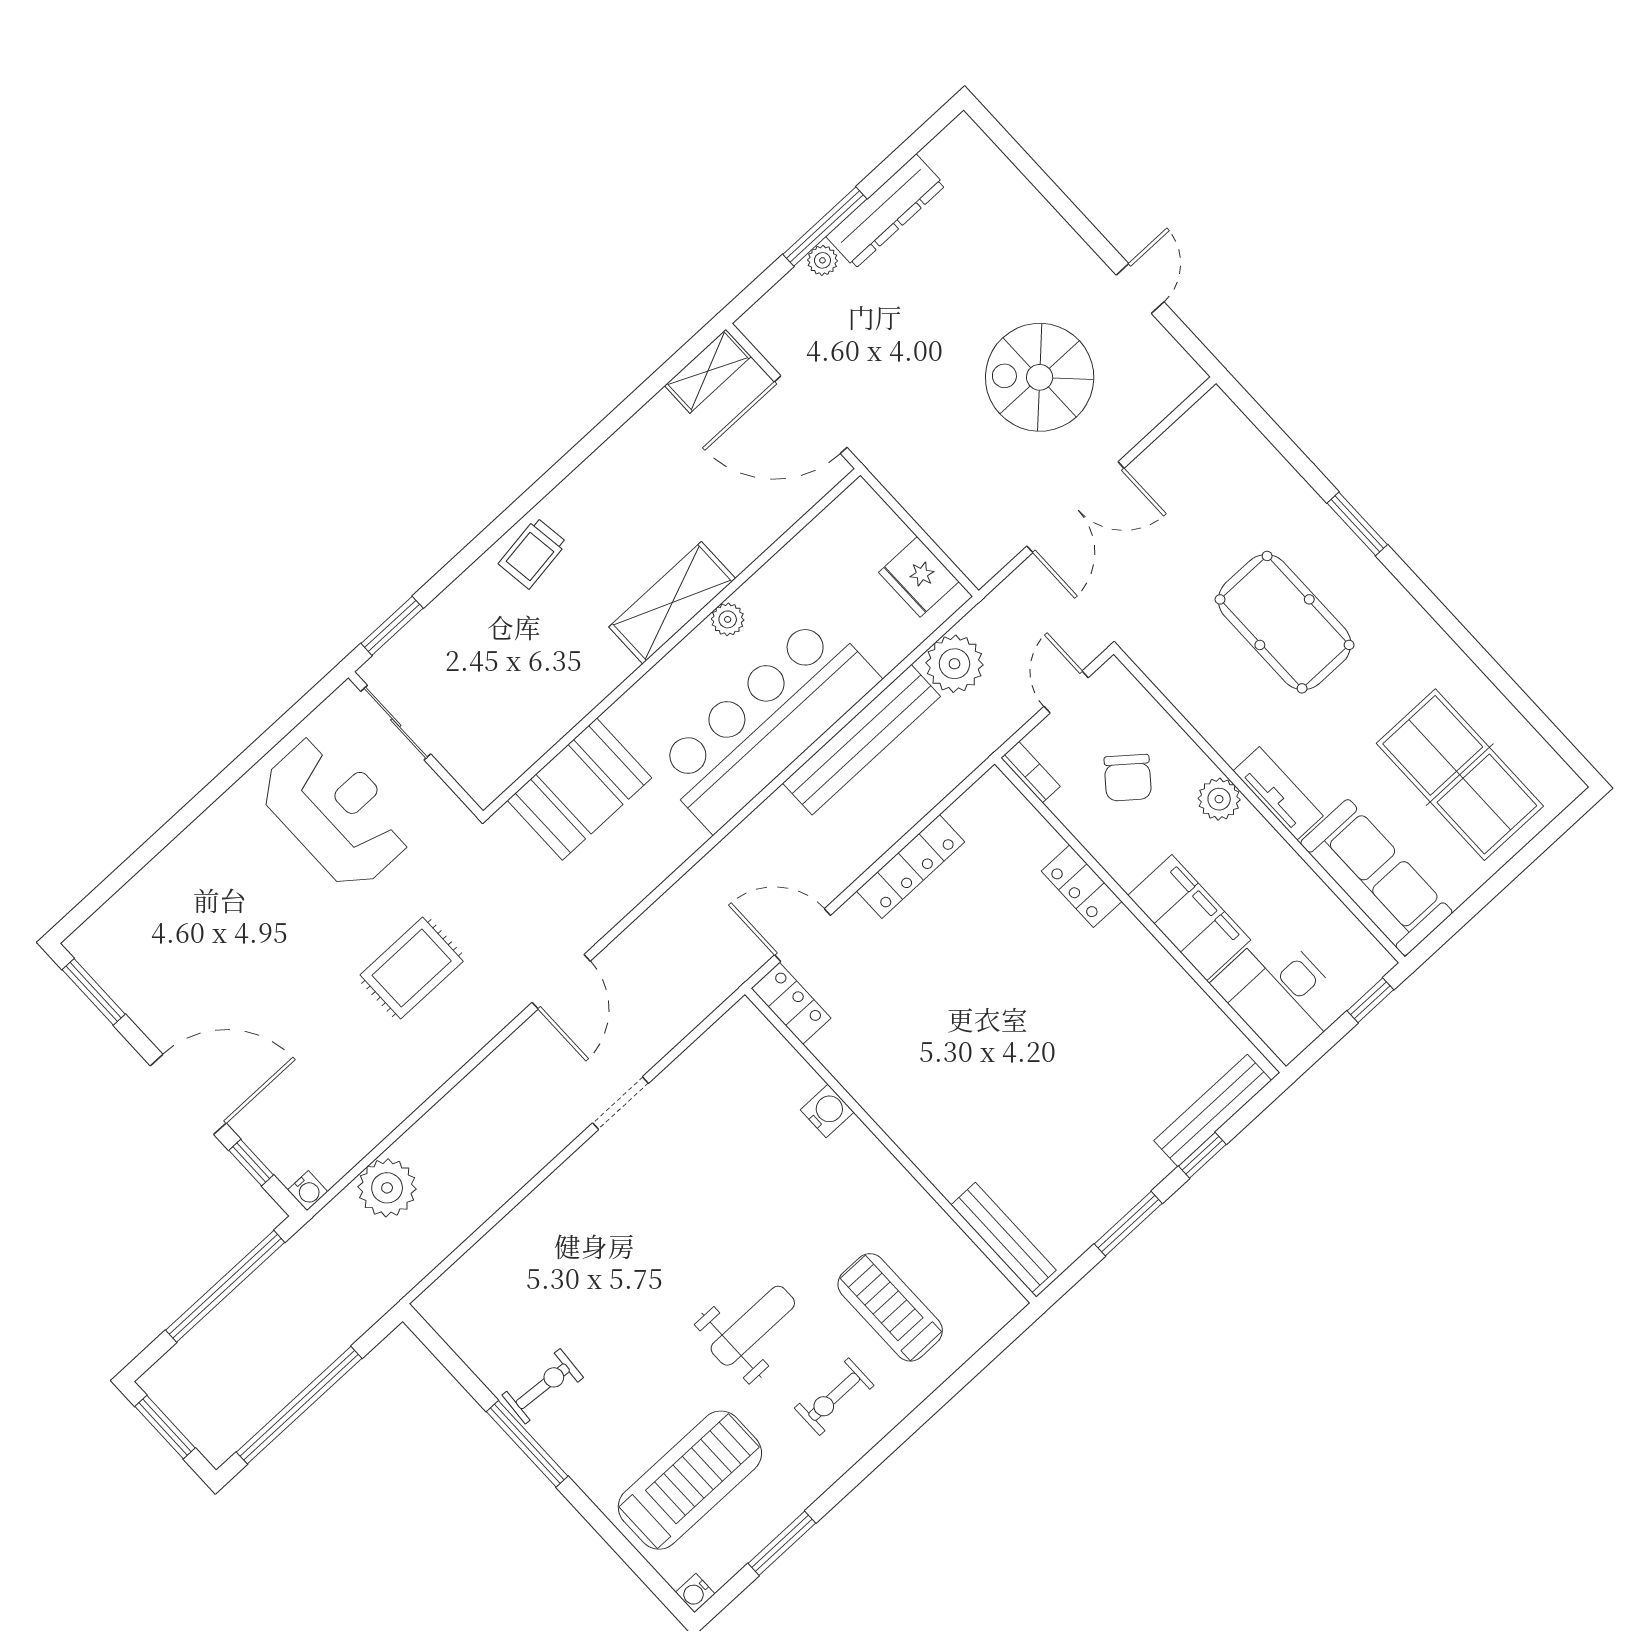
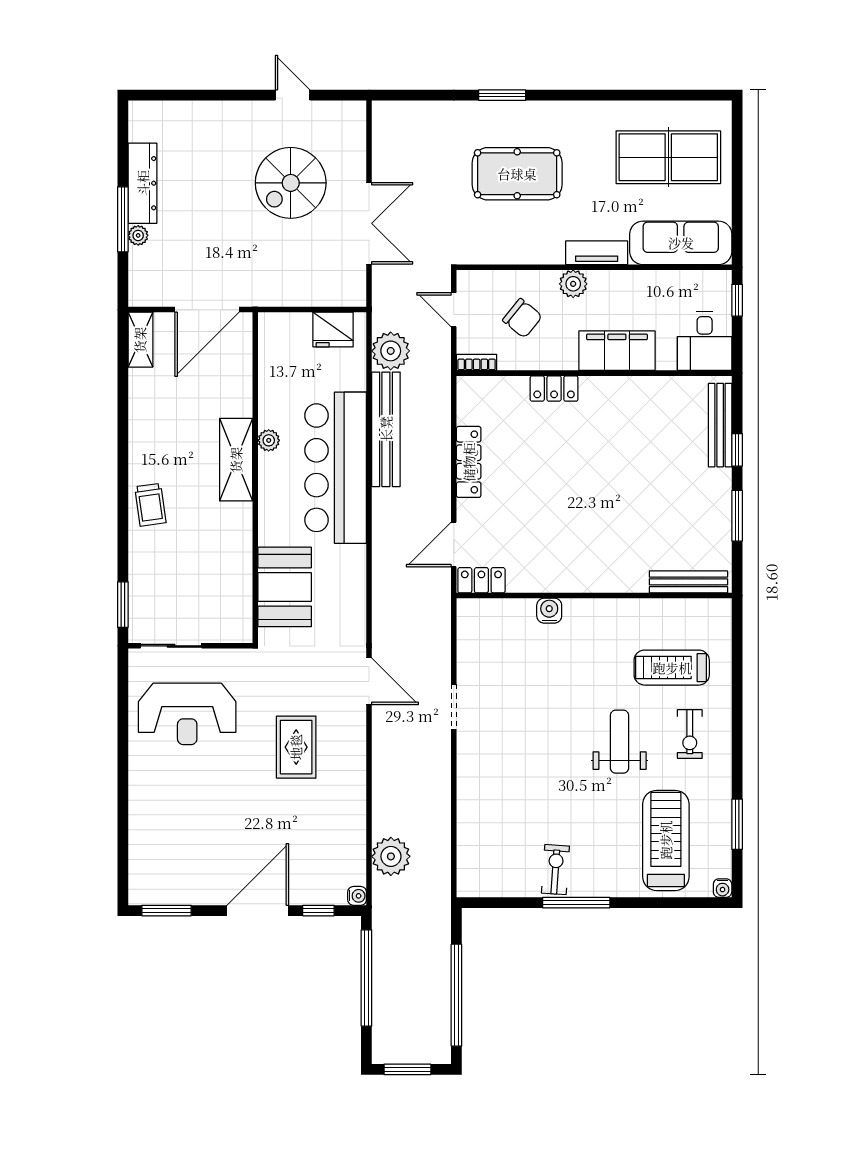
reception desk: (336, 811) -> (187, 714), turned 180
desk: (1280, 995) -> (705, 341), width x0.73

